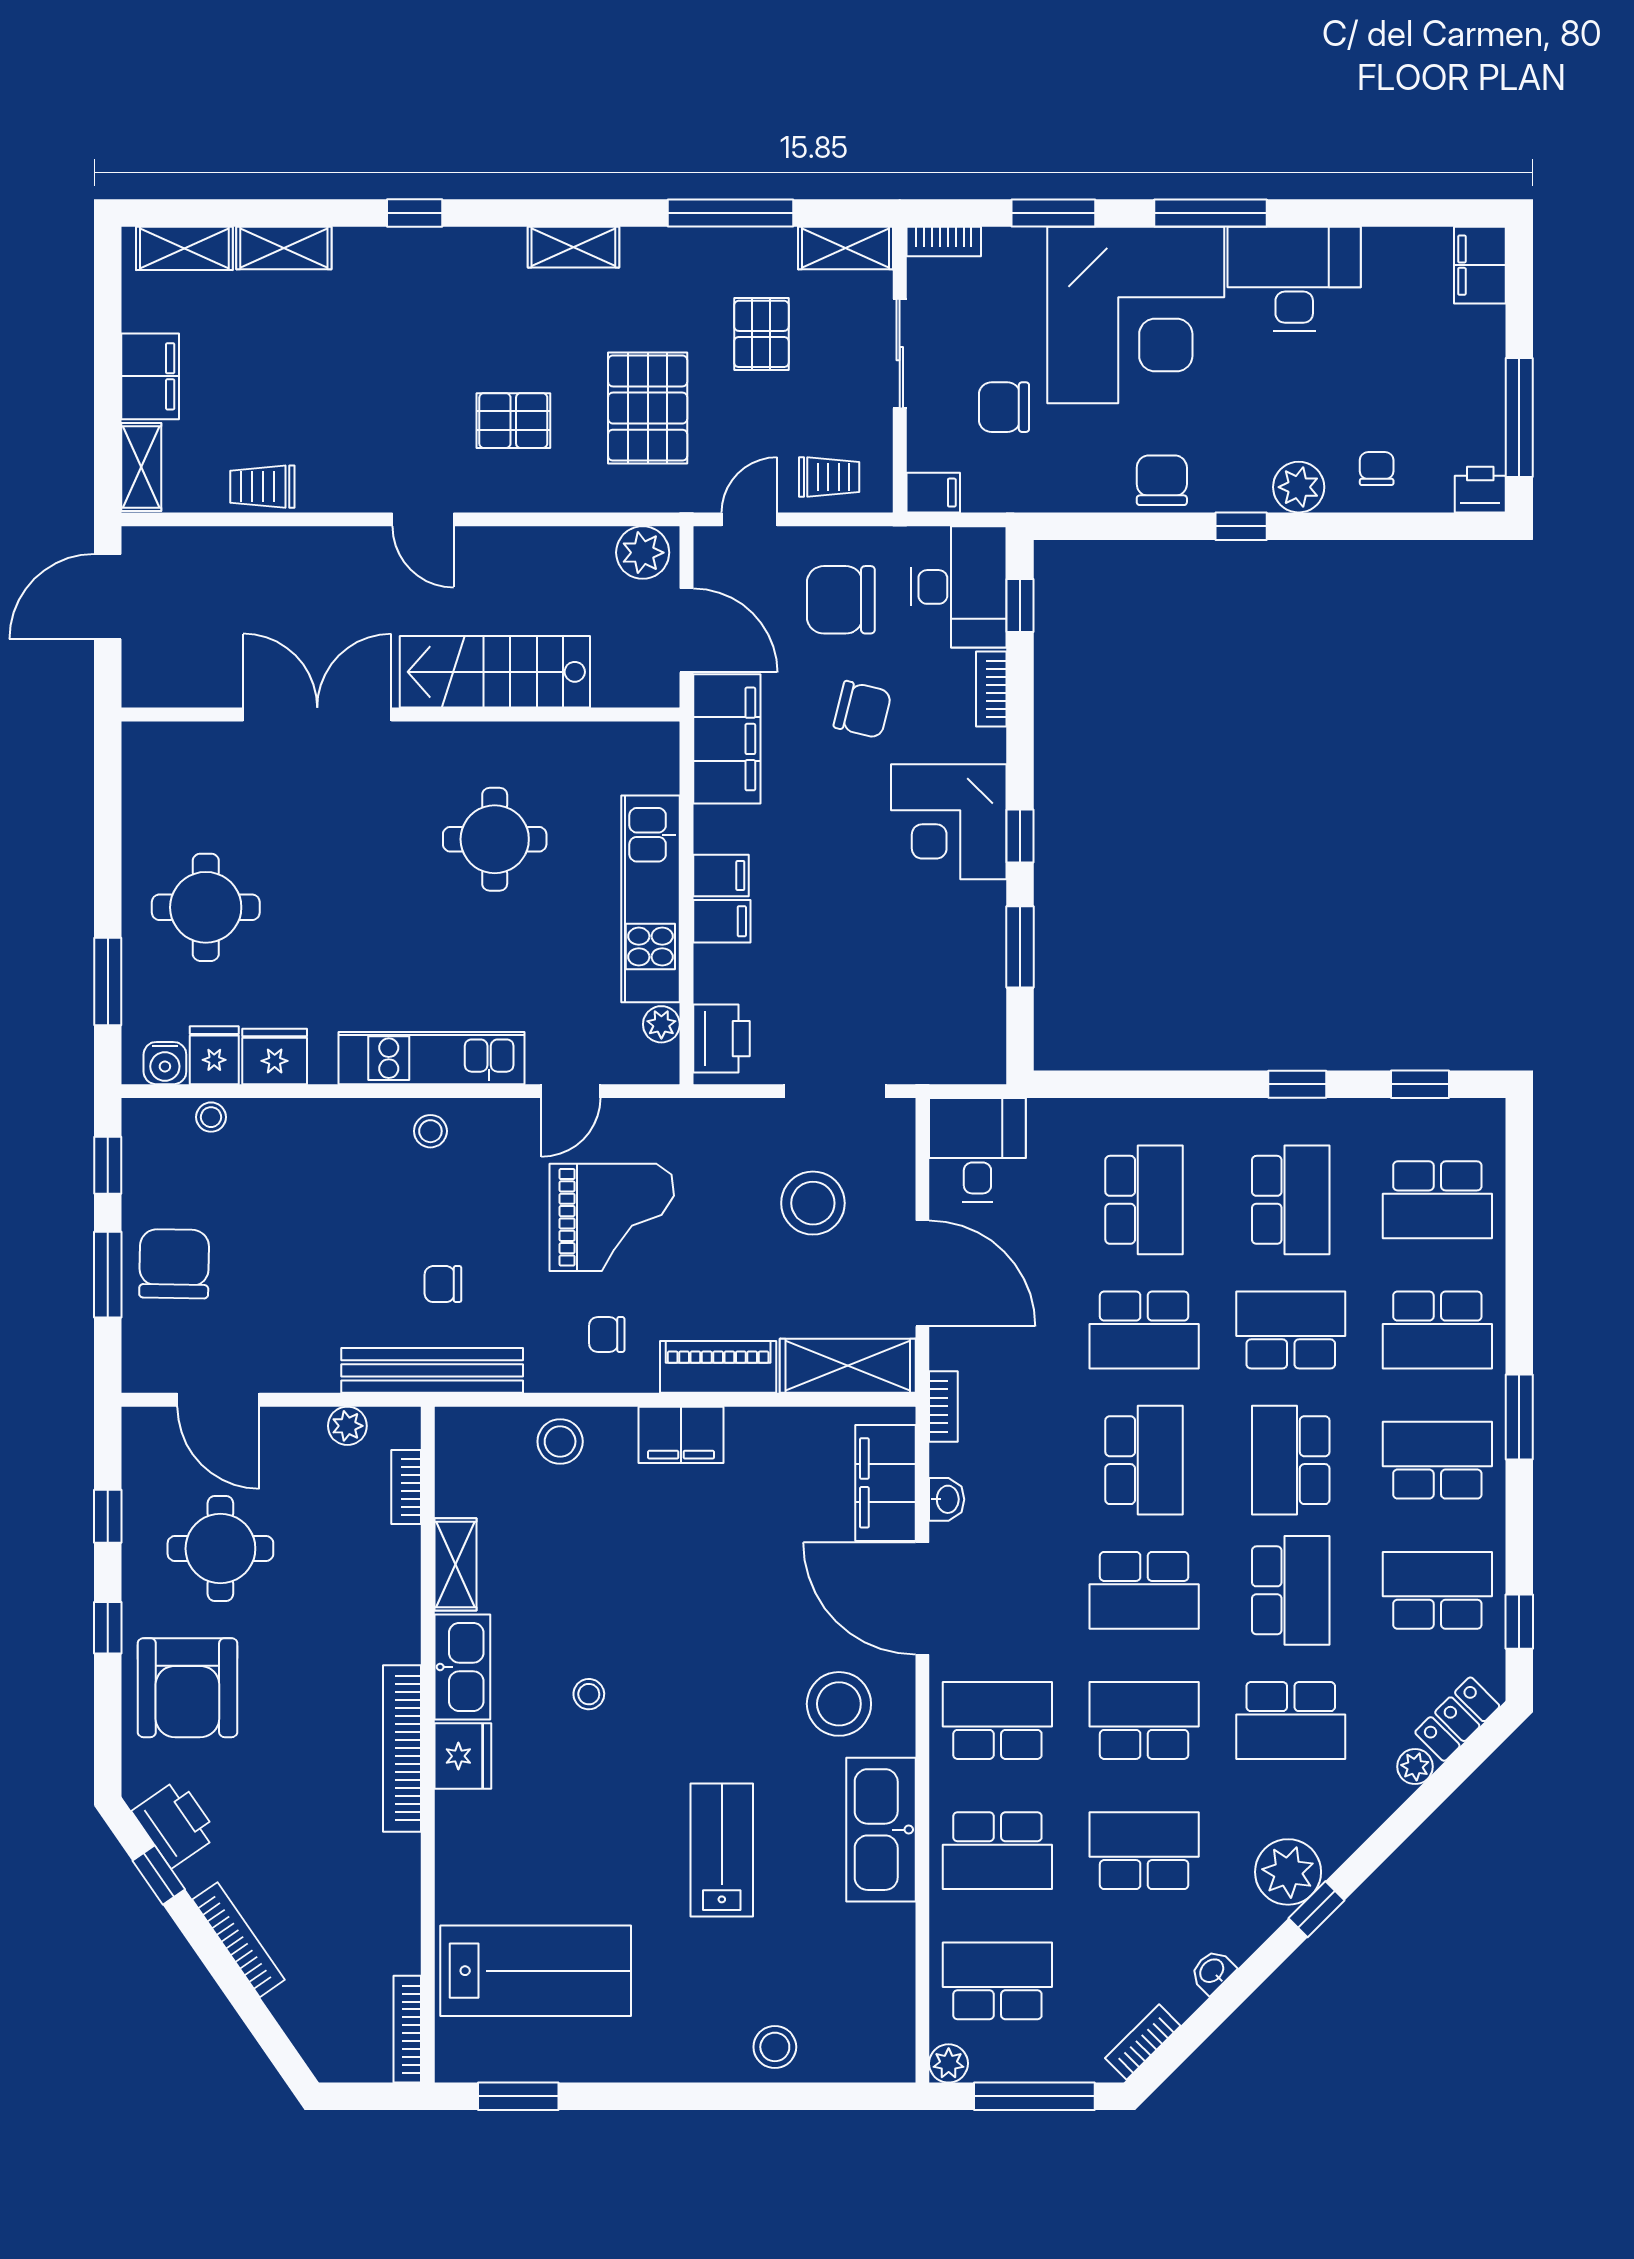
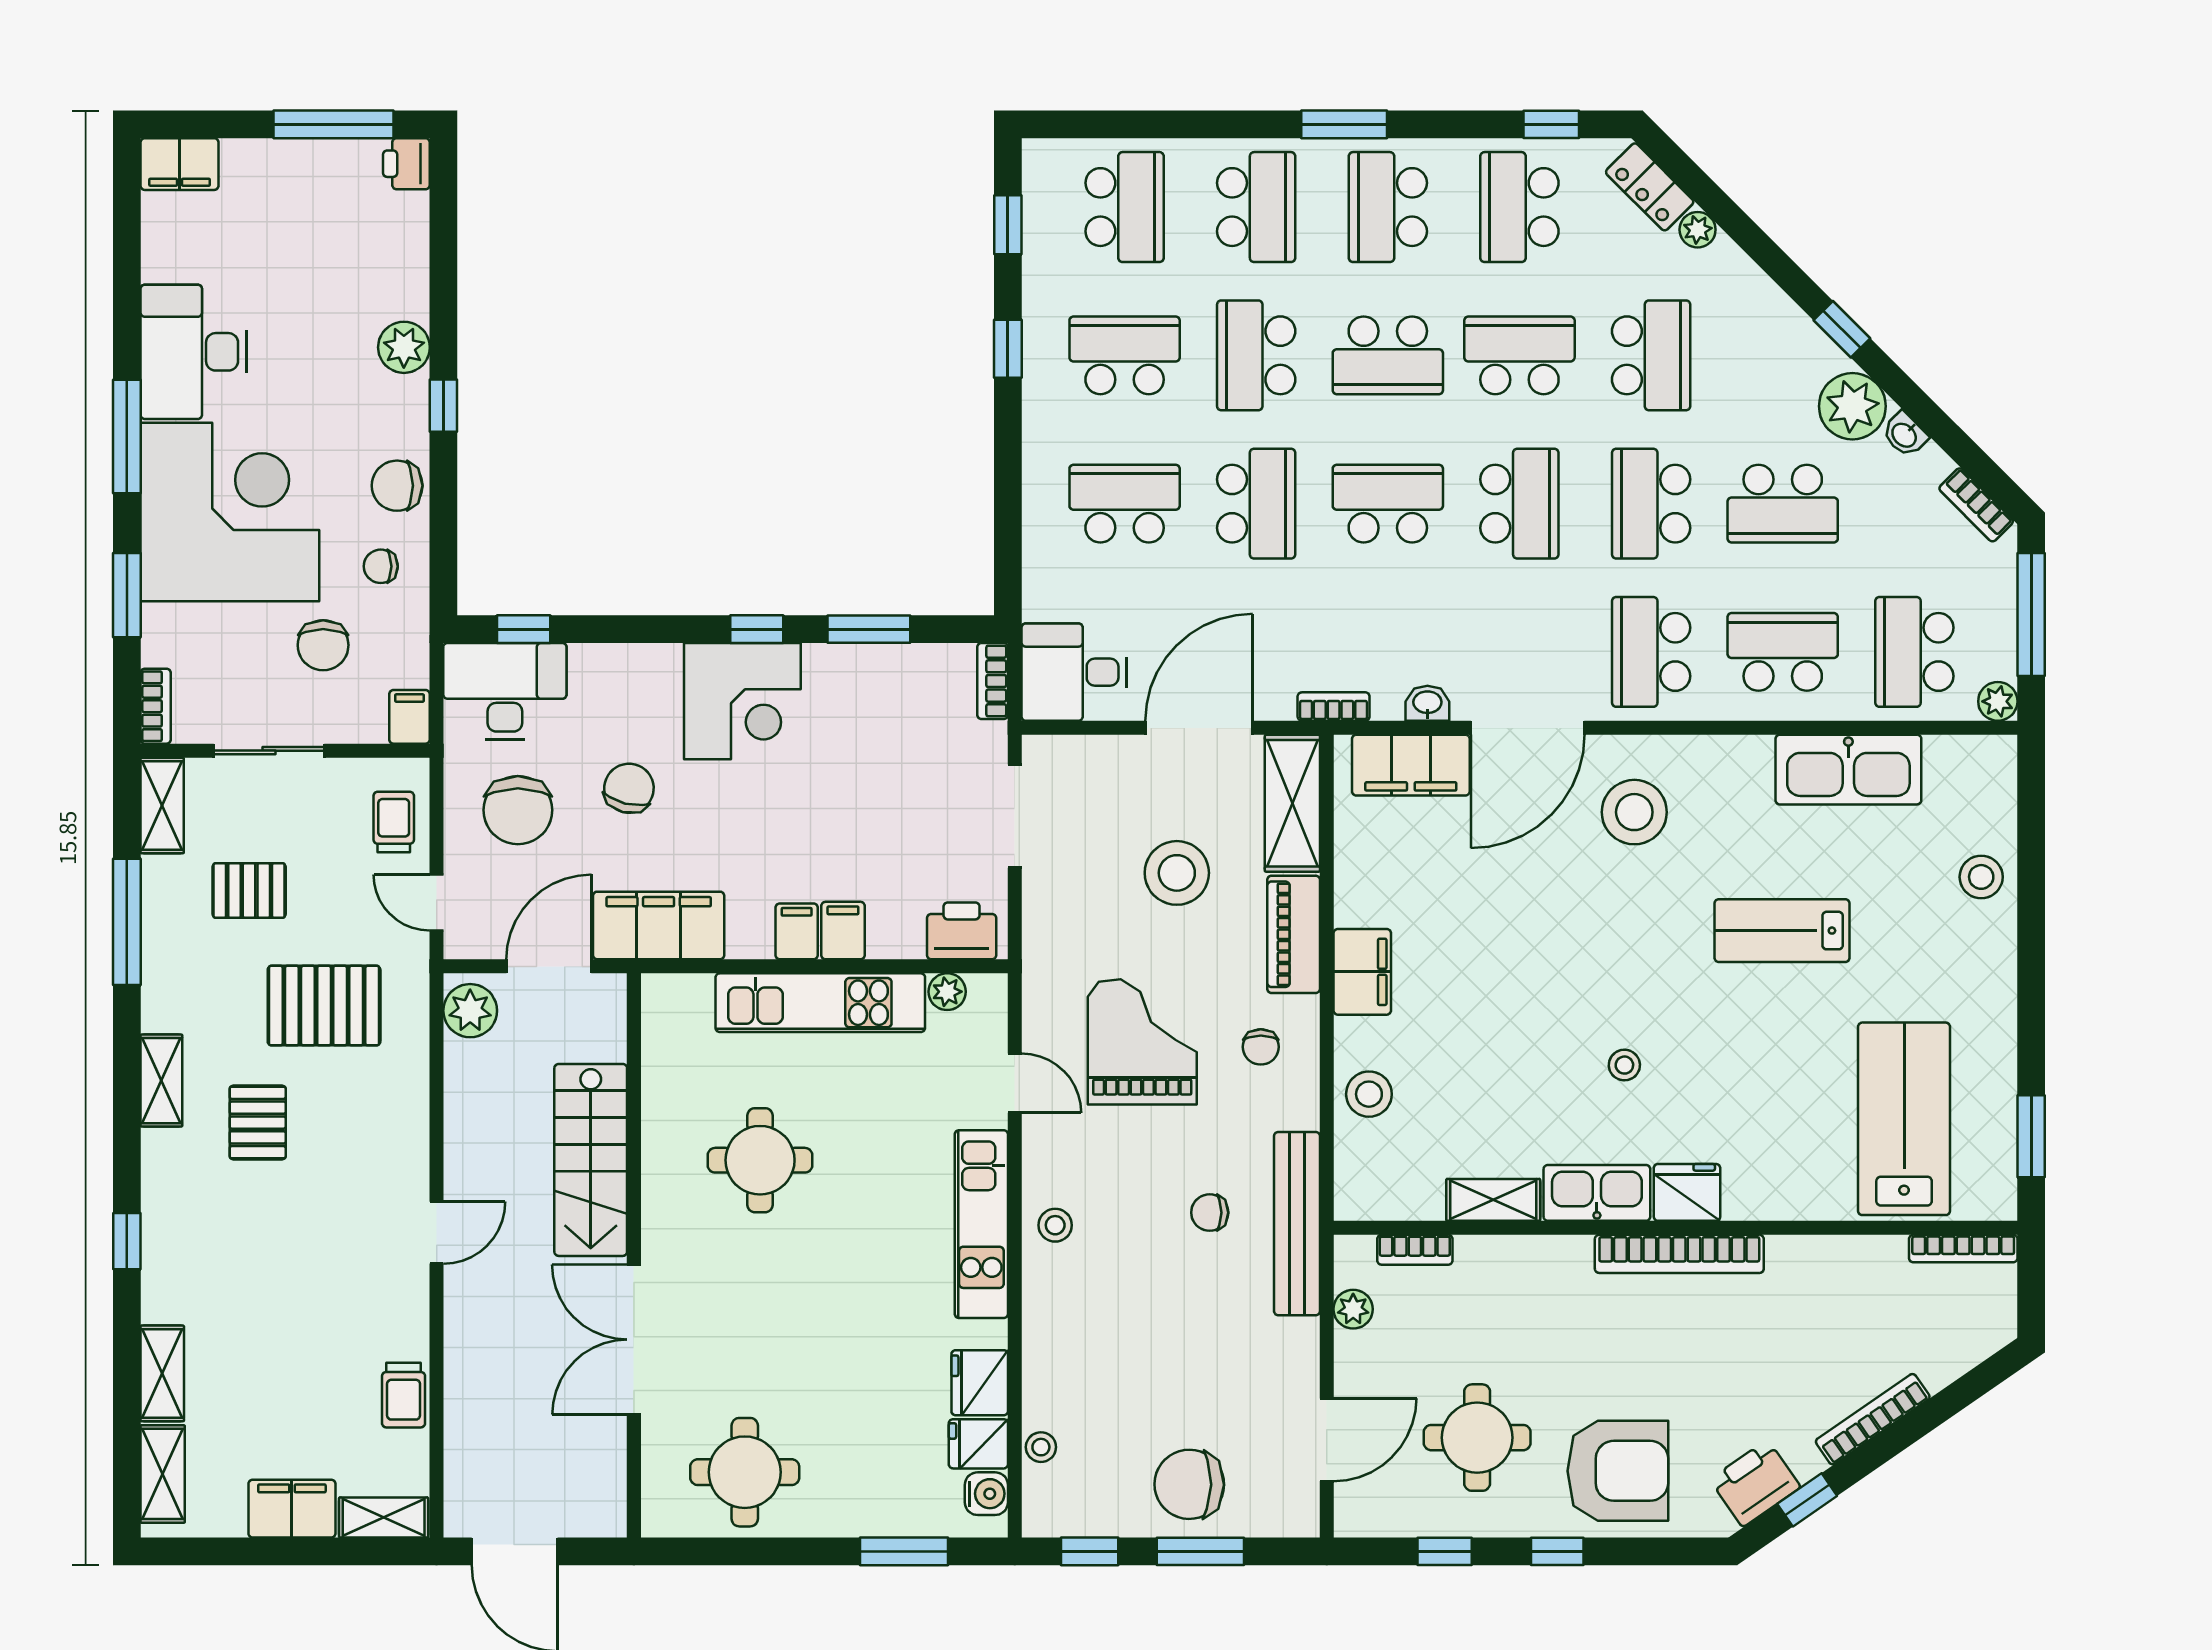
pallet: (513, 421) -> (258, 1123), moved
chair: (1377, 469) -> (381, 566), moved
bookcase: (991, 689) -> (993, 681), moved, turned 90
round table: (206, 907) -> (745, 1472), moved
stool: (813, 1203) -> (1177, 873), moved
chair: (443, 1284) -> (1210, 1213), turned 90
kitchen sink: (881, 1830) -> (1848, 770), moved
school desk: (997, 1851) -> (1783, 652), turned -90
school desk: (1144, 1851) -> (1783, 504), turned -90
plant: (1288, 1872) -> (1852, 406), moved

